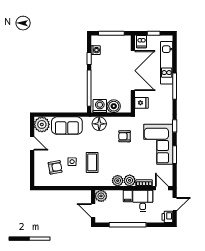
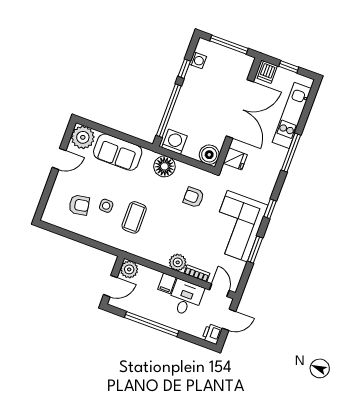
boiler: (114, 106) -> (209, 155), moved
door: (32, 143) -> (59, 159), hinge flipped
plant: (118, 181) -> (161, 256), removed
door: (93, 211) -> (110, 286), swing flipped

